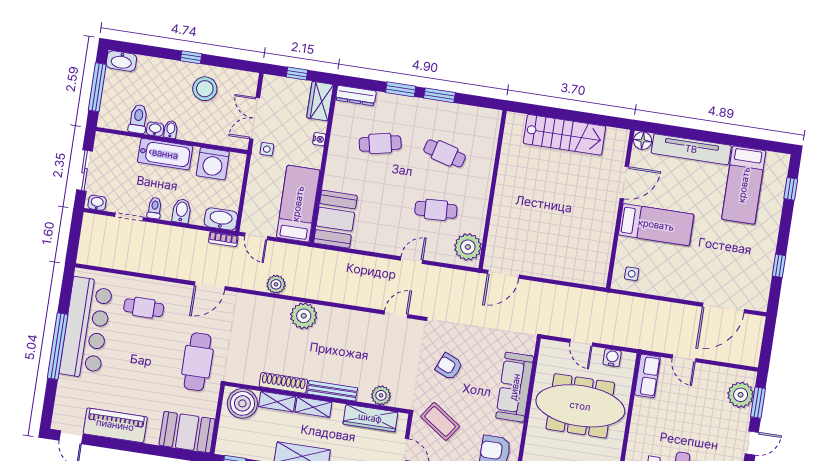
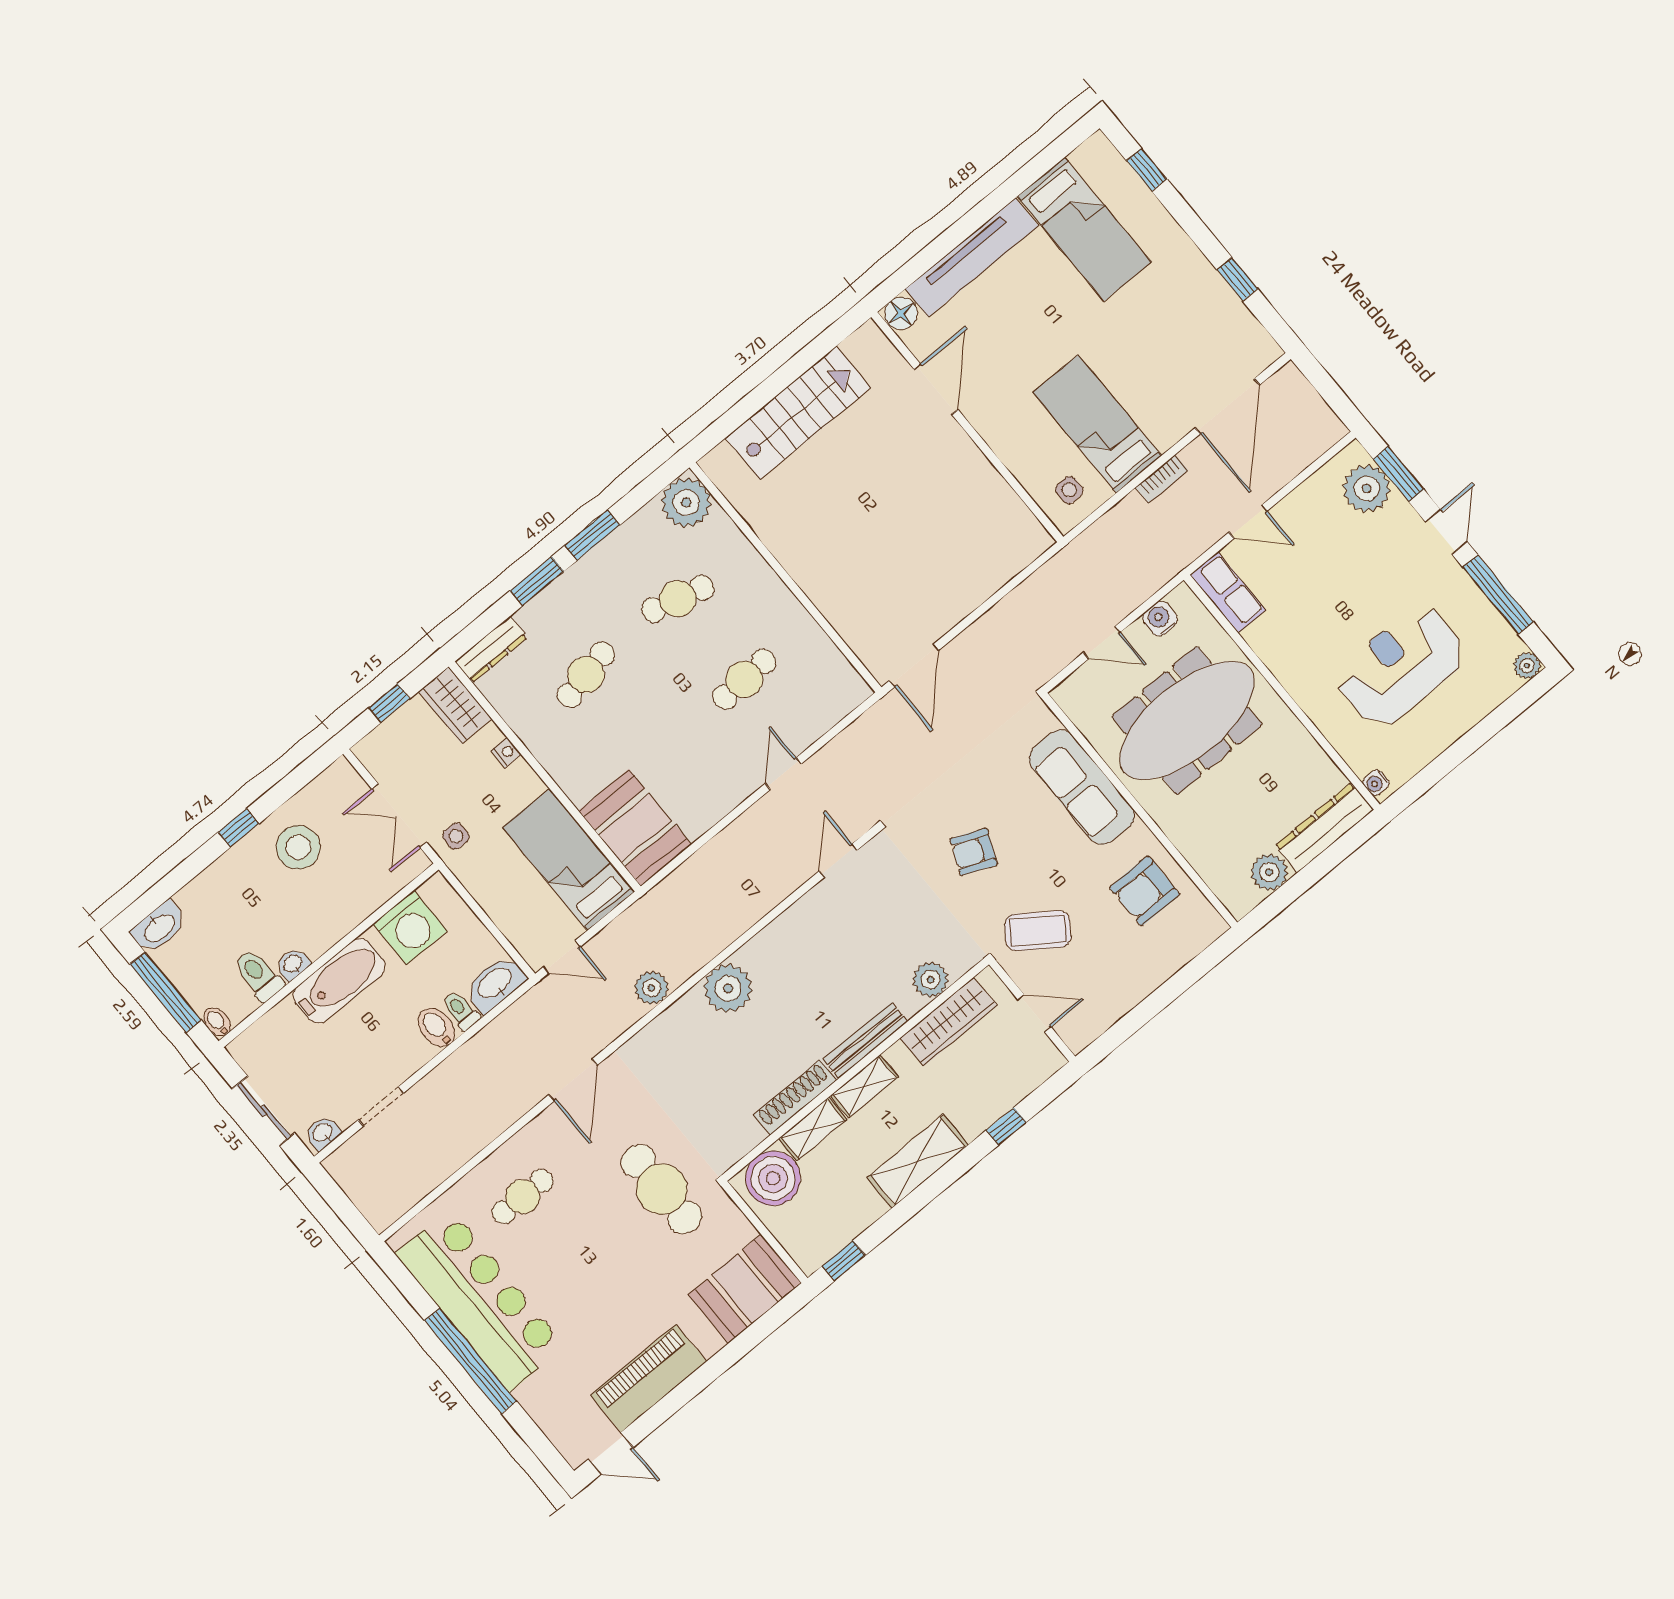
bidet: (171, 129) -> (217, 1022), moved
toilet: (155, 208) -> (461, 1010), moved
bed: (656, 225) -> (1097, 424), moved, turned -90
bookcase: (223, 239) -> (1162, 479), moved
plant: (468, 247) -> (686, 503), moved

